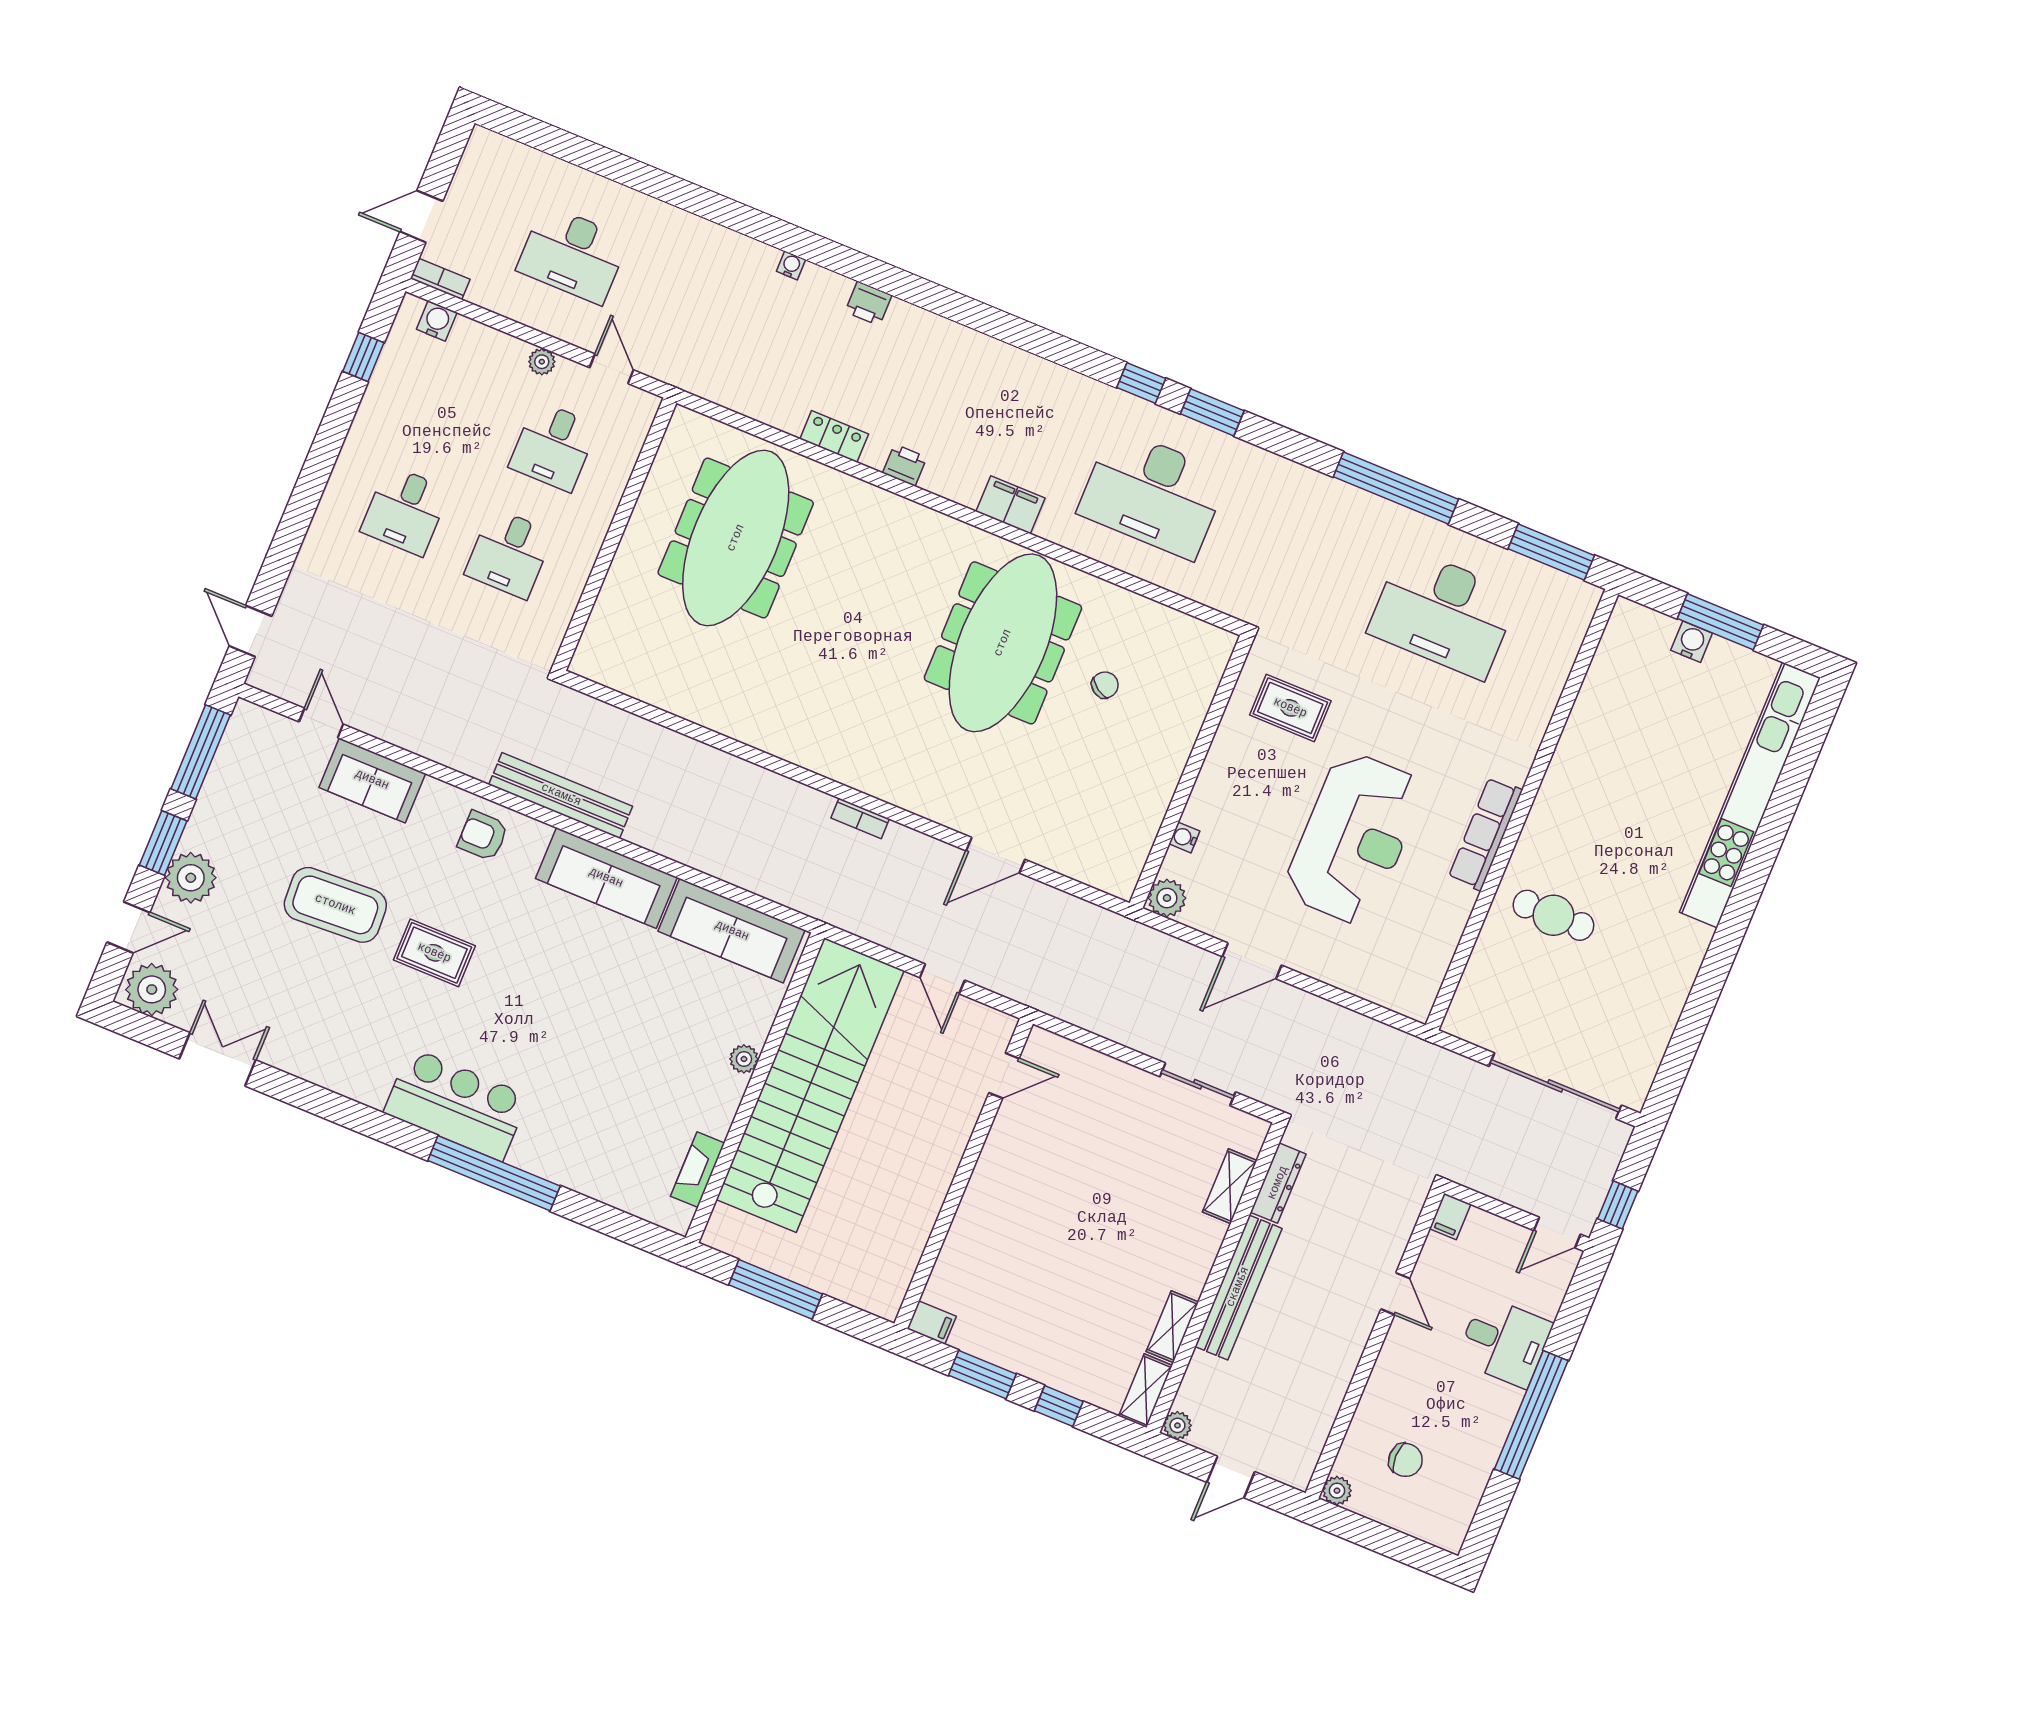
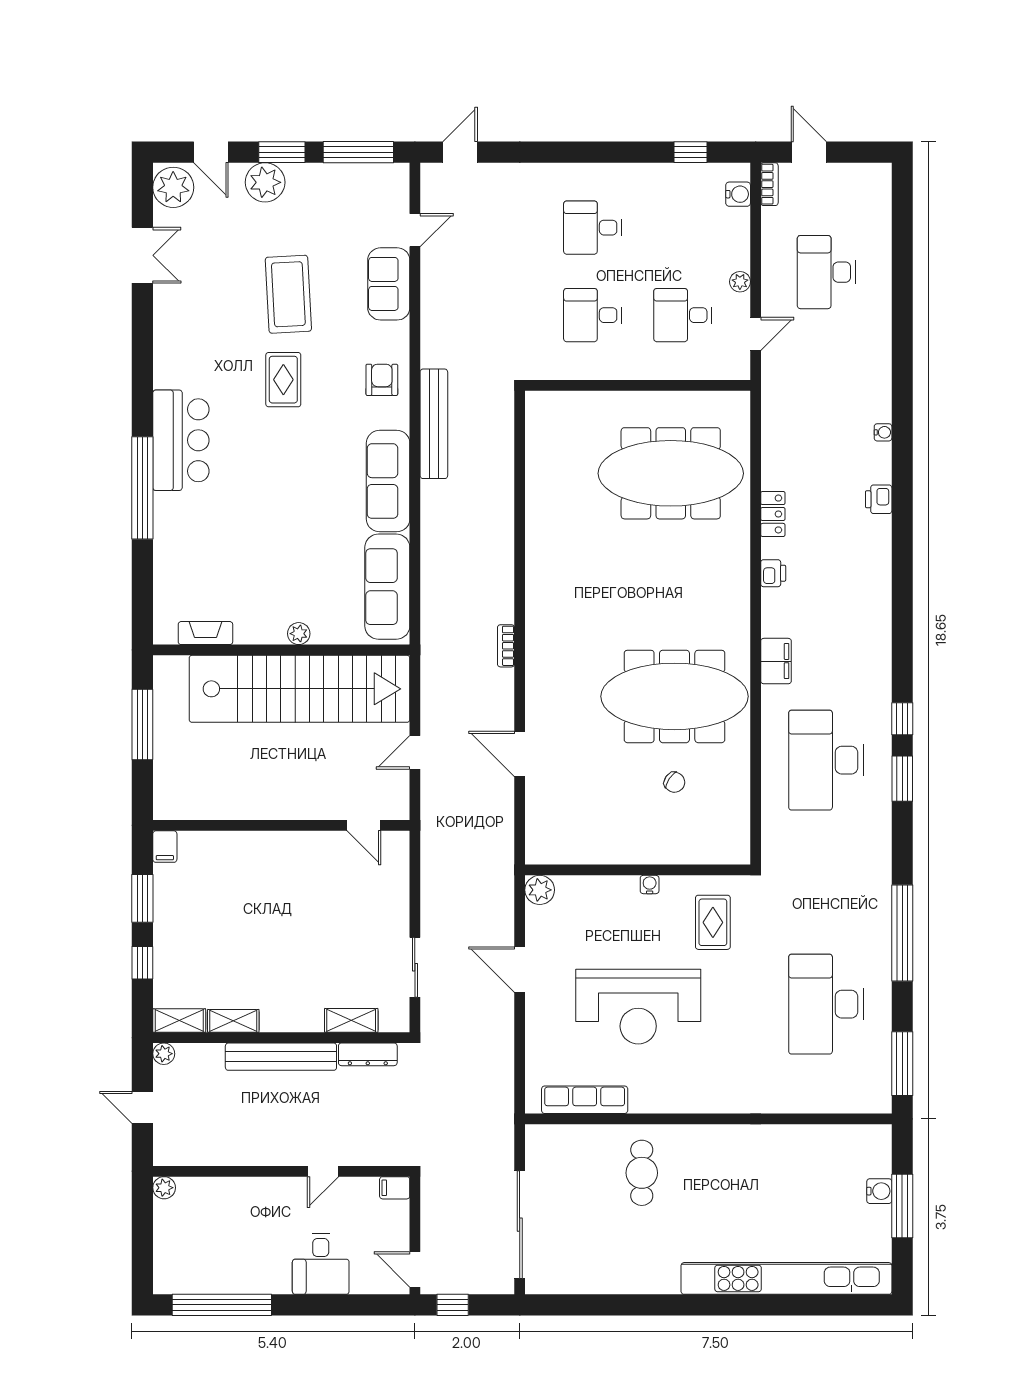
row of seats: (1485, 834) -> (585, 1100), moved
water cooler: (1184, 837) -> (650, 884), moved
window: (1531, 1415) -> (222, 1305), moved
chair: (1405, 1460) -> (206, 1228), removed

